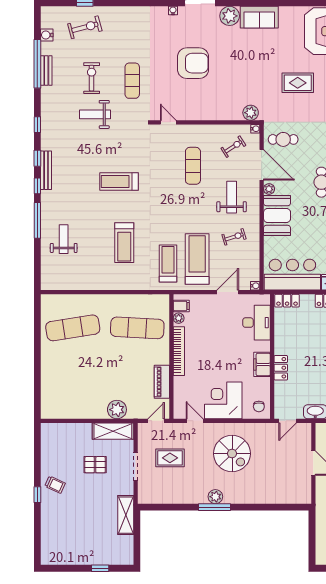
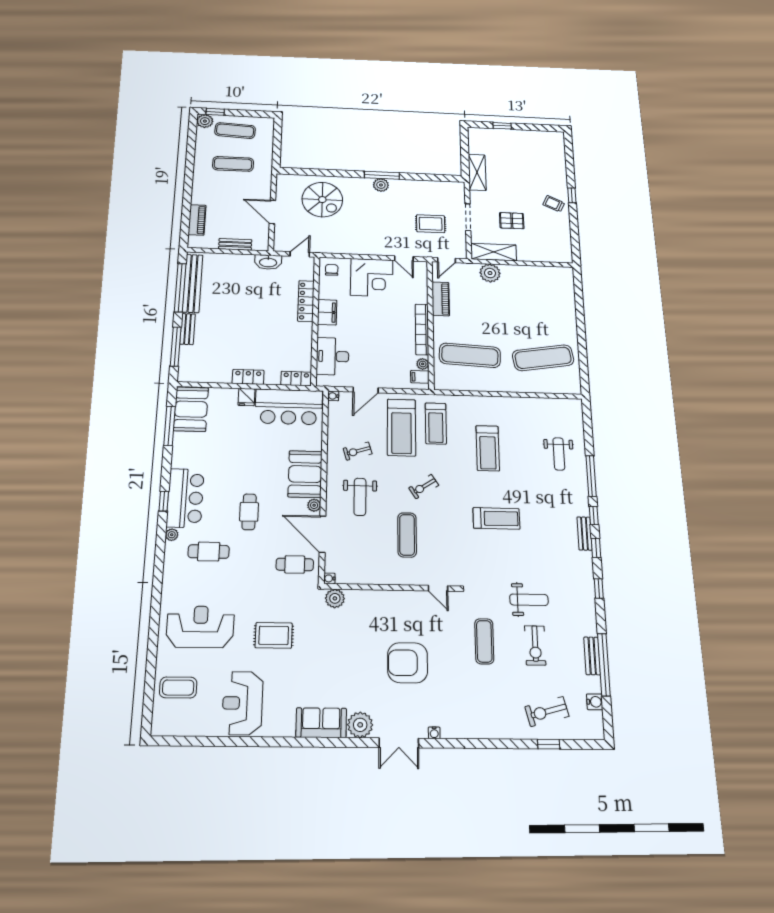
exercise bike: (233, 147) -> (424, 487), moved
bench: (46, 170) -> (585, 534), width x0.73
treadmill: (124, 243) -> (488, 448), turned 180
locker: (281, 368) -> (306, 301), width x1.53
spiral stairs: (232, 454) -> (322, 200), moved, turned 180

